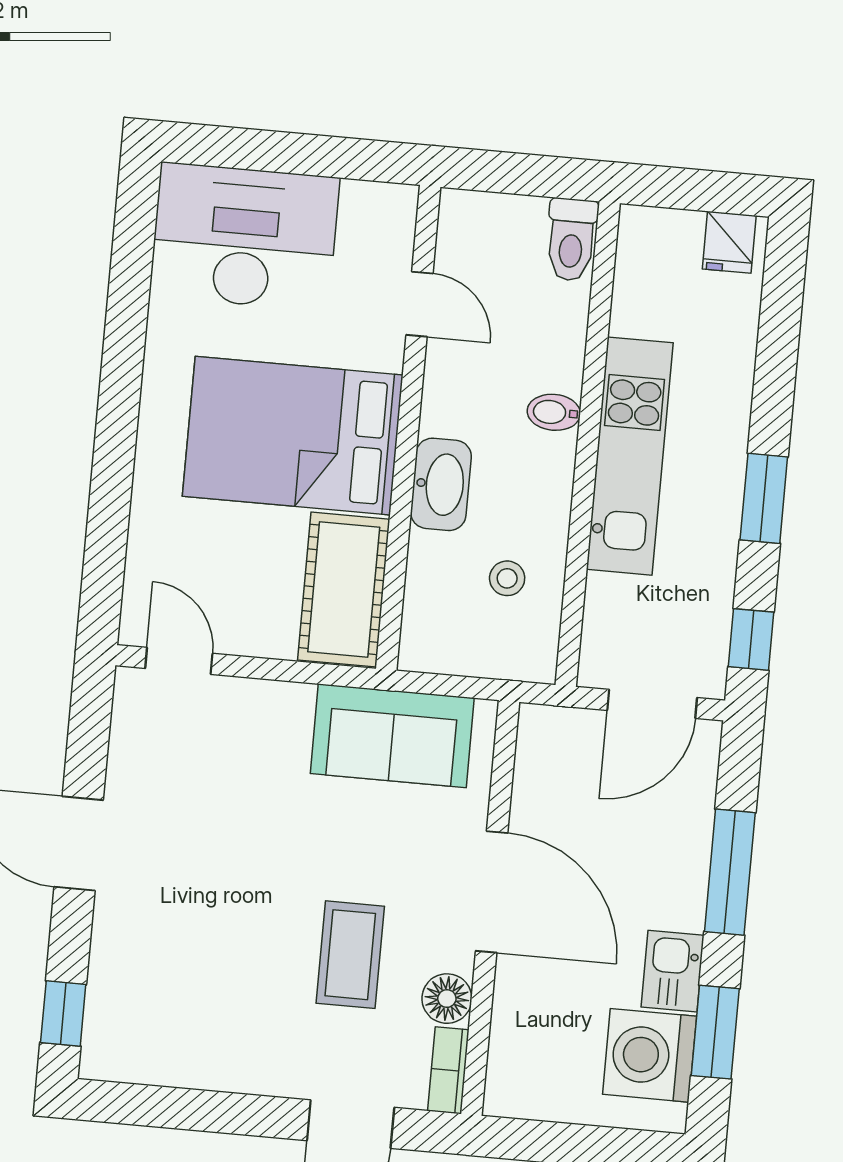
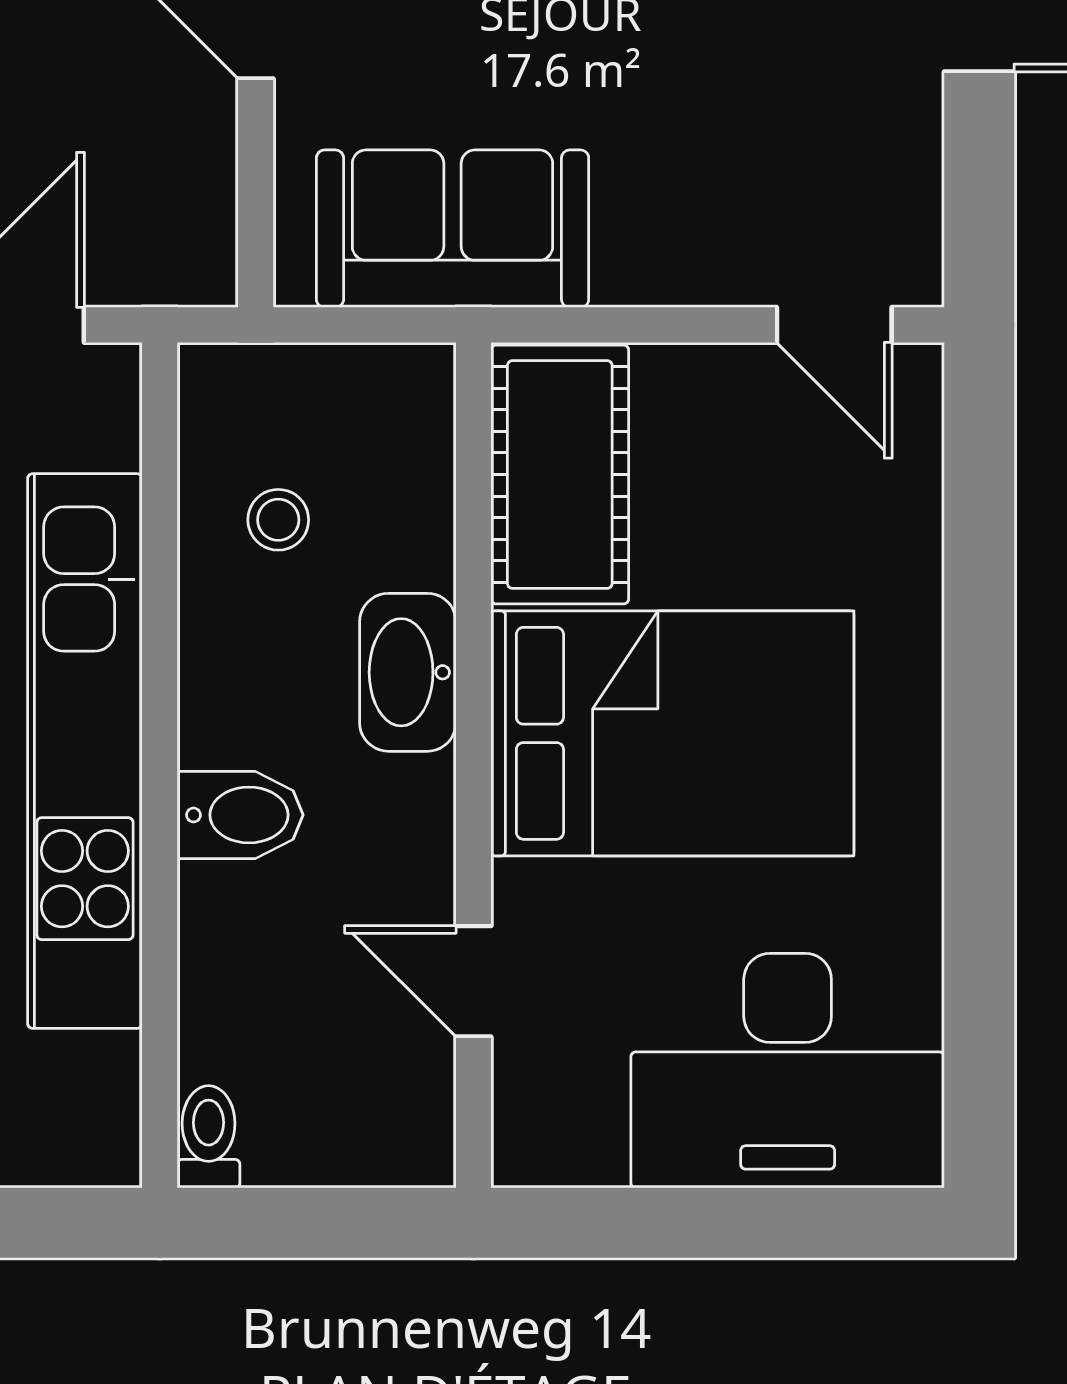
toilet: (571, 240) -> (209, 1137), width x0.73, depth x0.72
bidet: (554, 412) -> (240, 815), width x1.38, depth x1.36
kitchen unit: (630, 456) -> (85, 751), width x1.36

